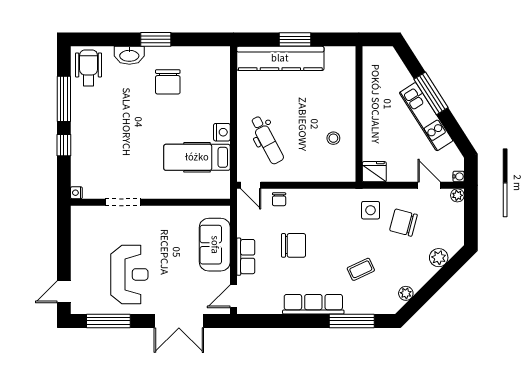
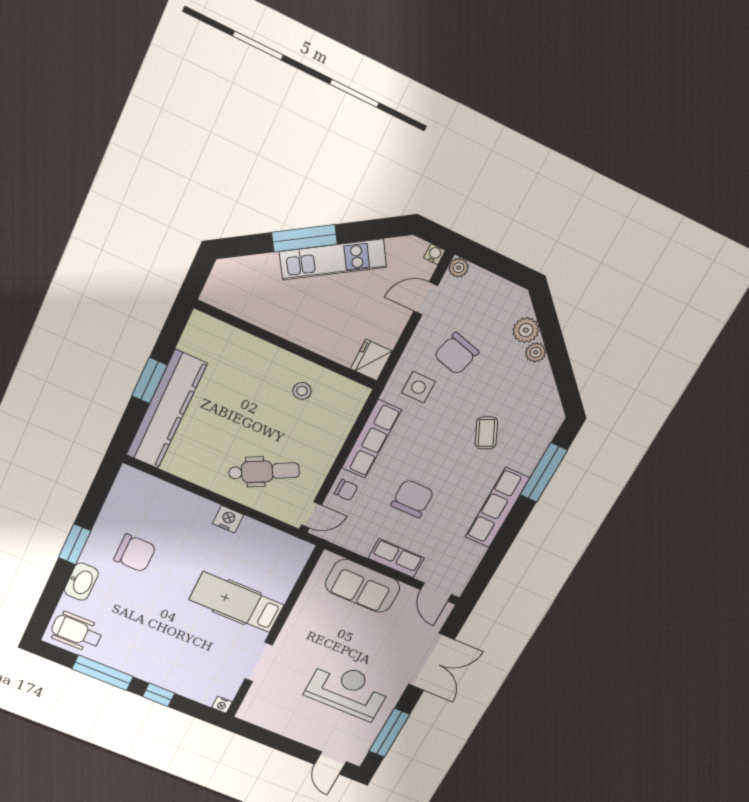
hospital bed: (197, 157) -> (236, 602), moved, turned 90
row of seats: (322, 198) -> (371, 439), added
plant: (406, 293) -> (536, 352), moved

